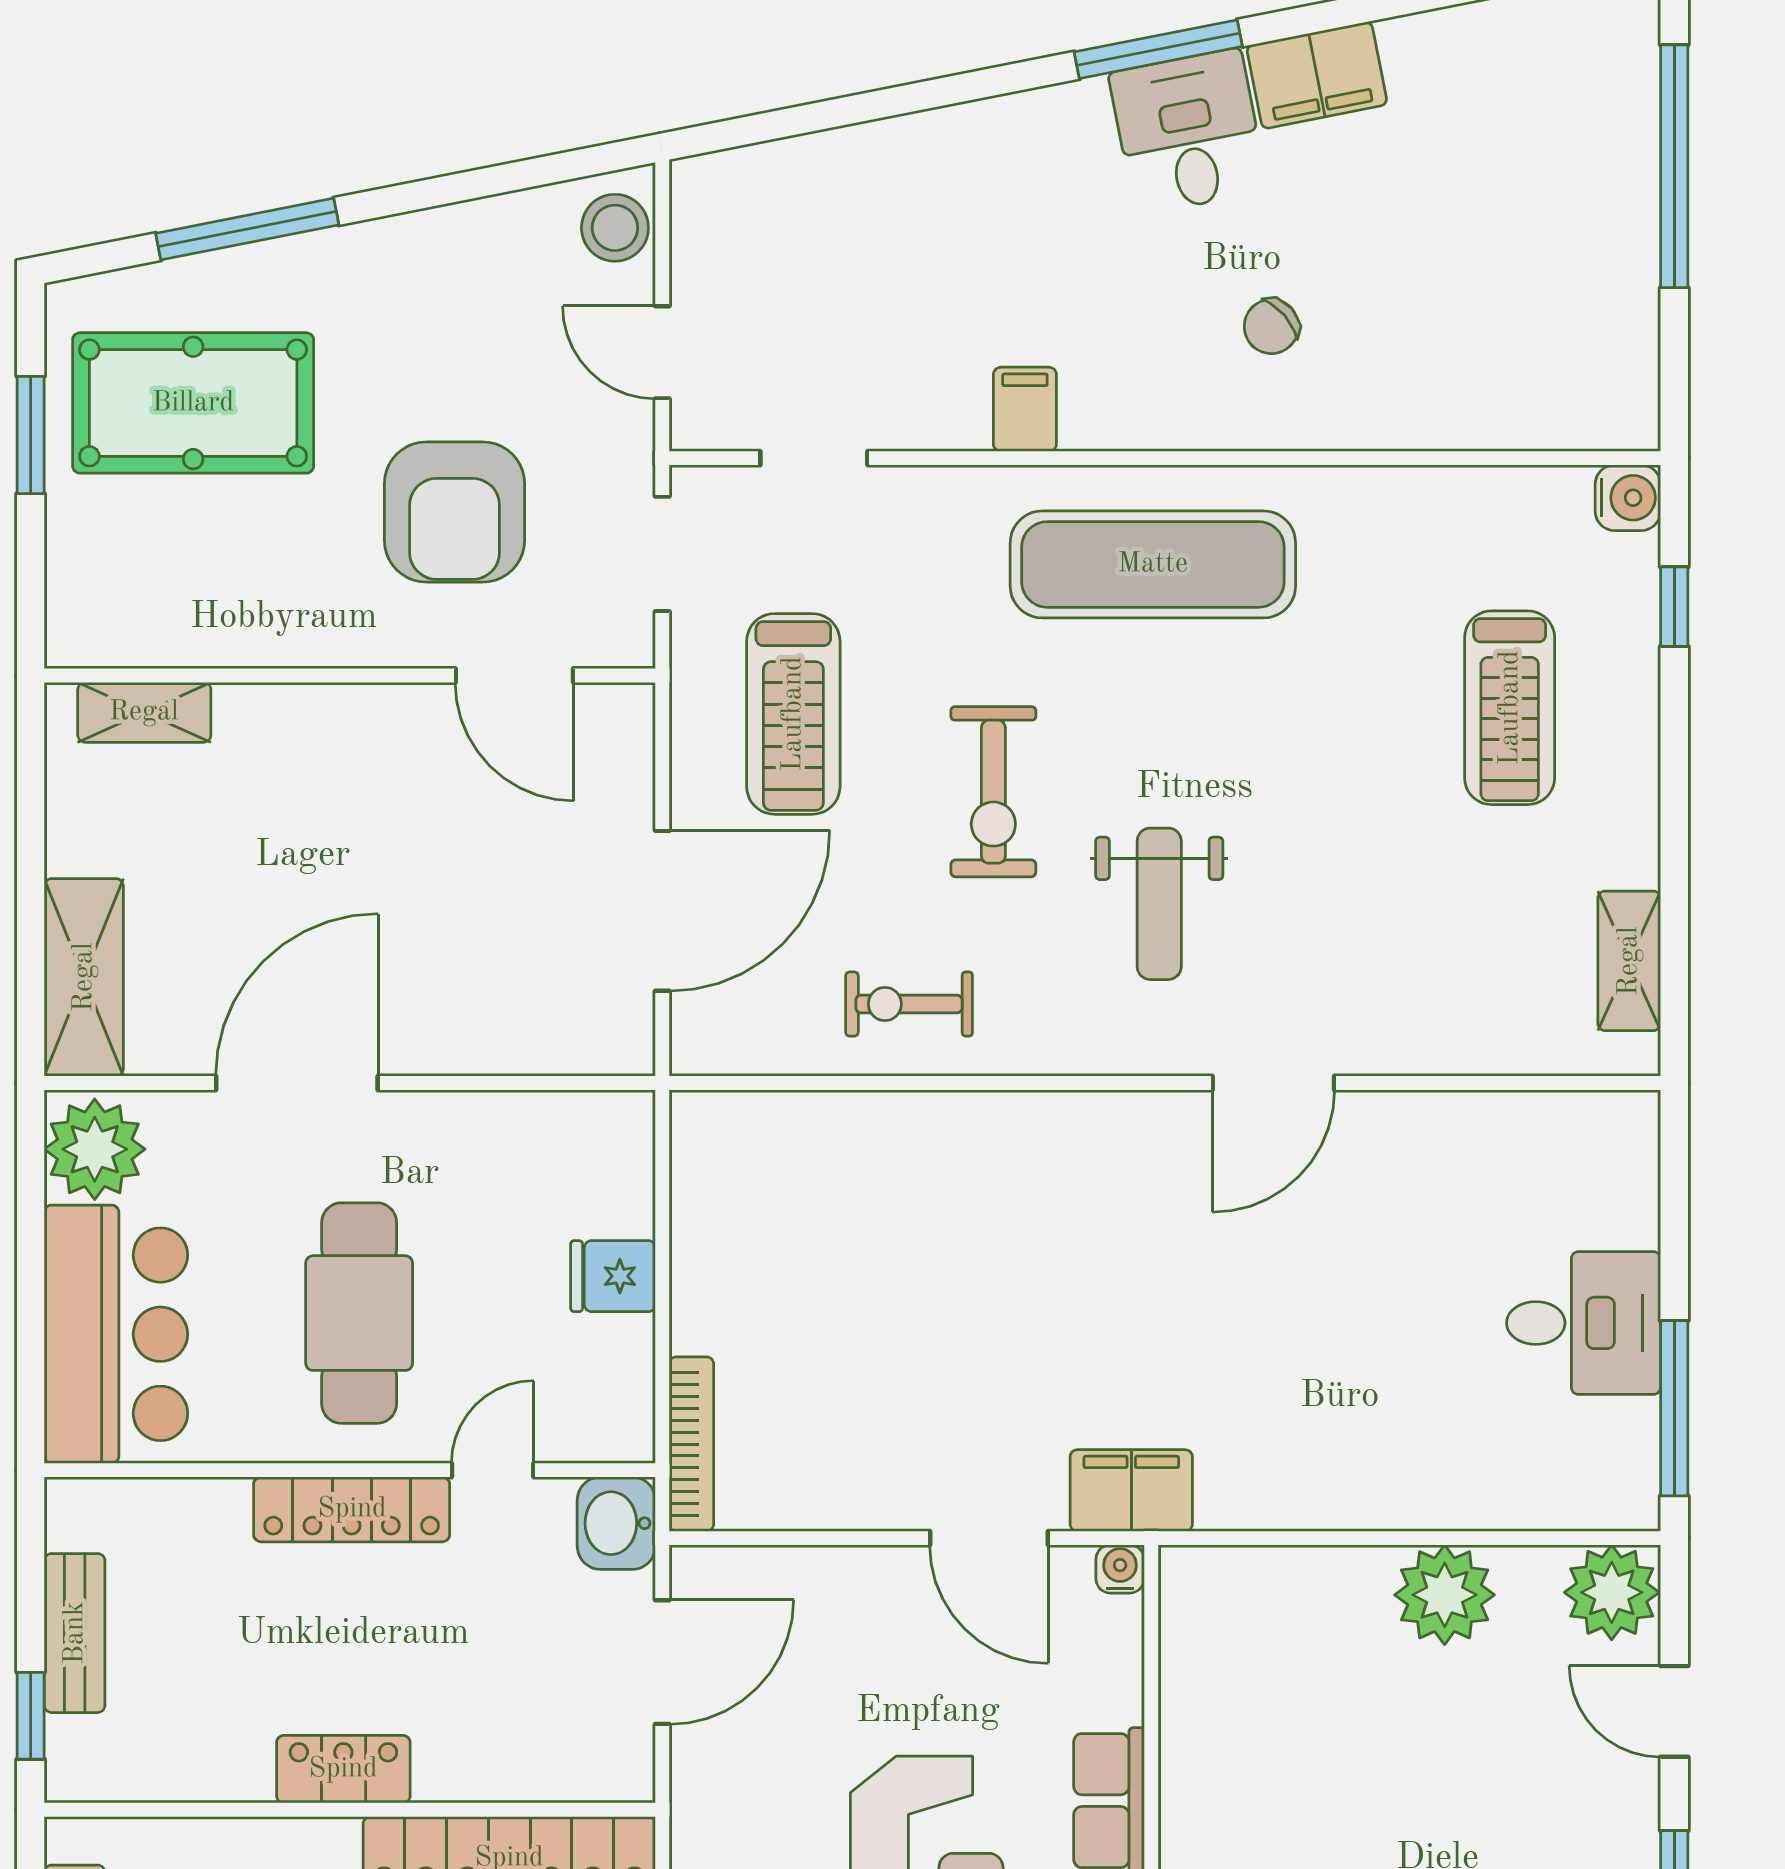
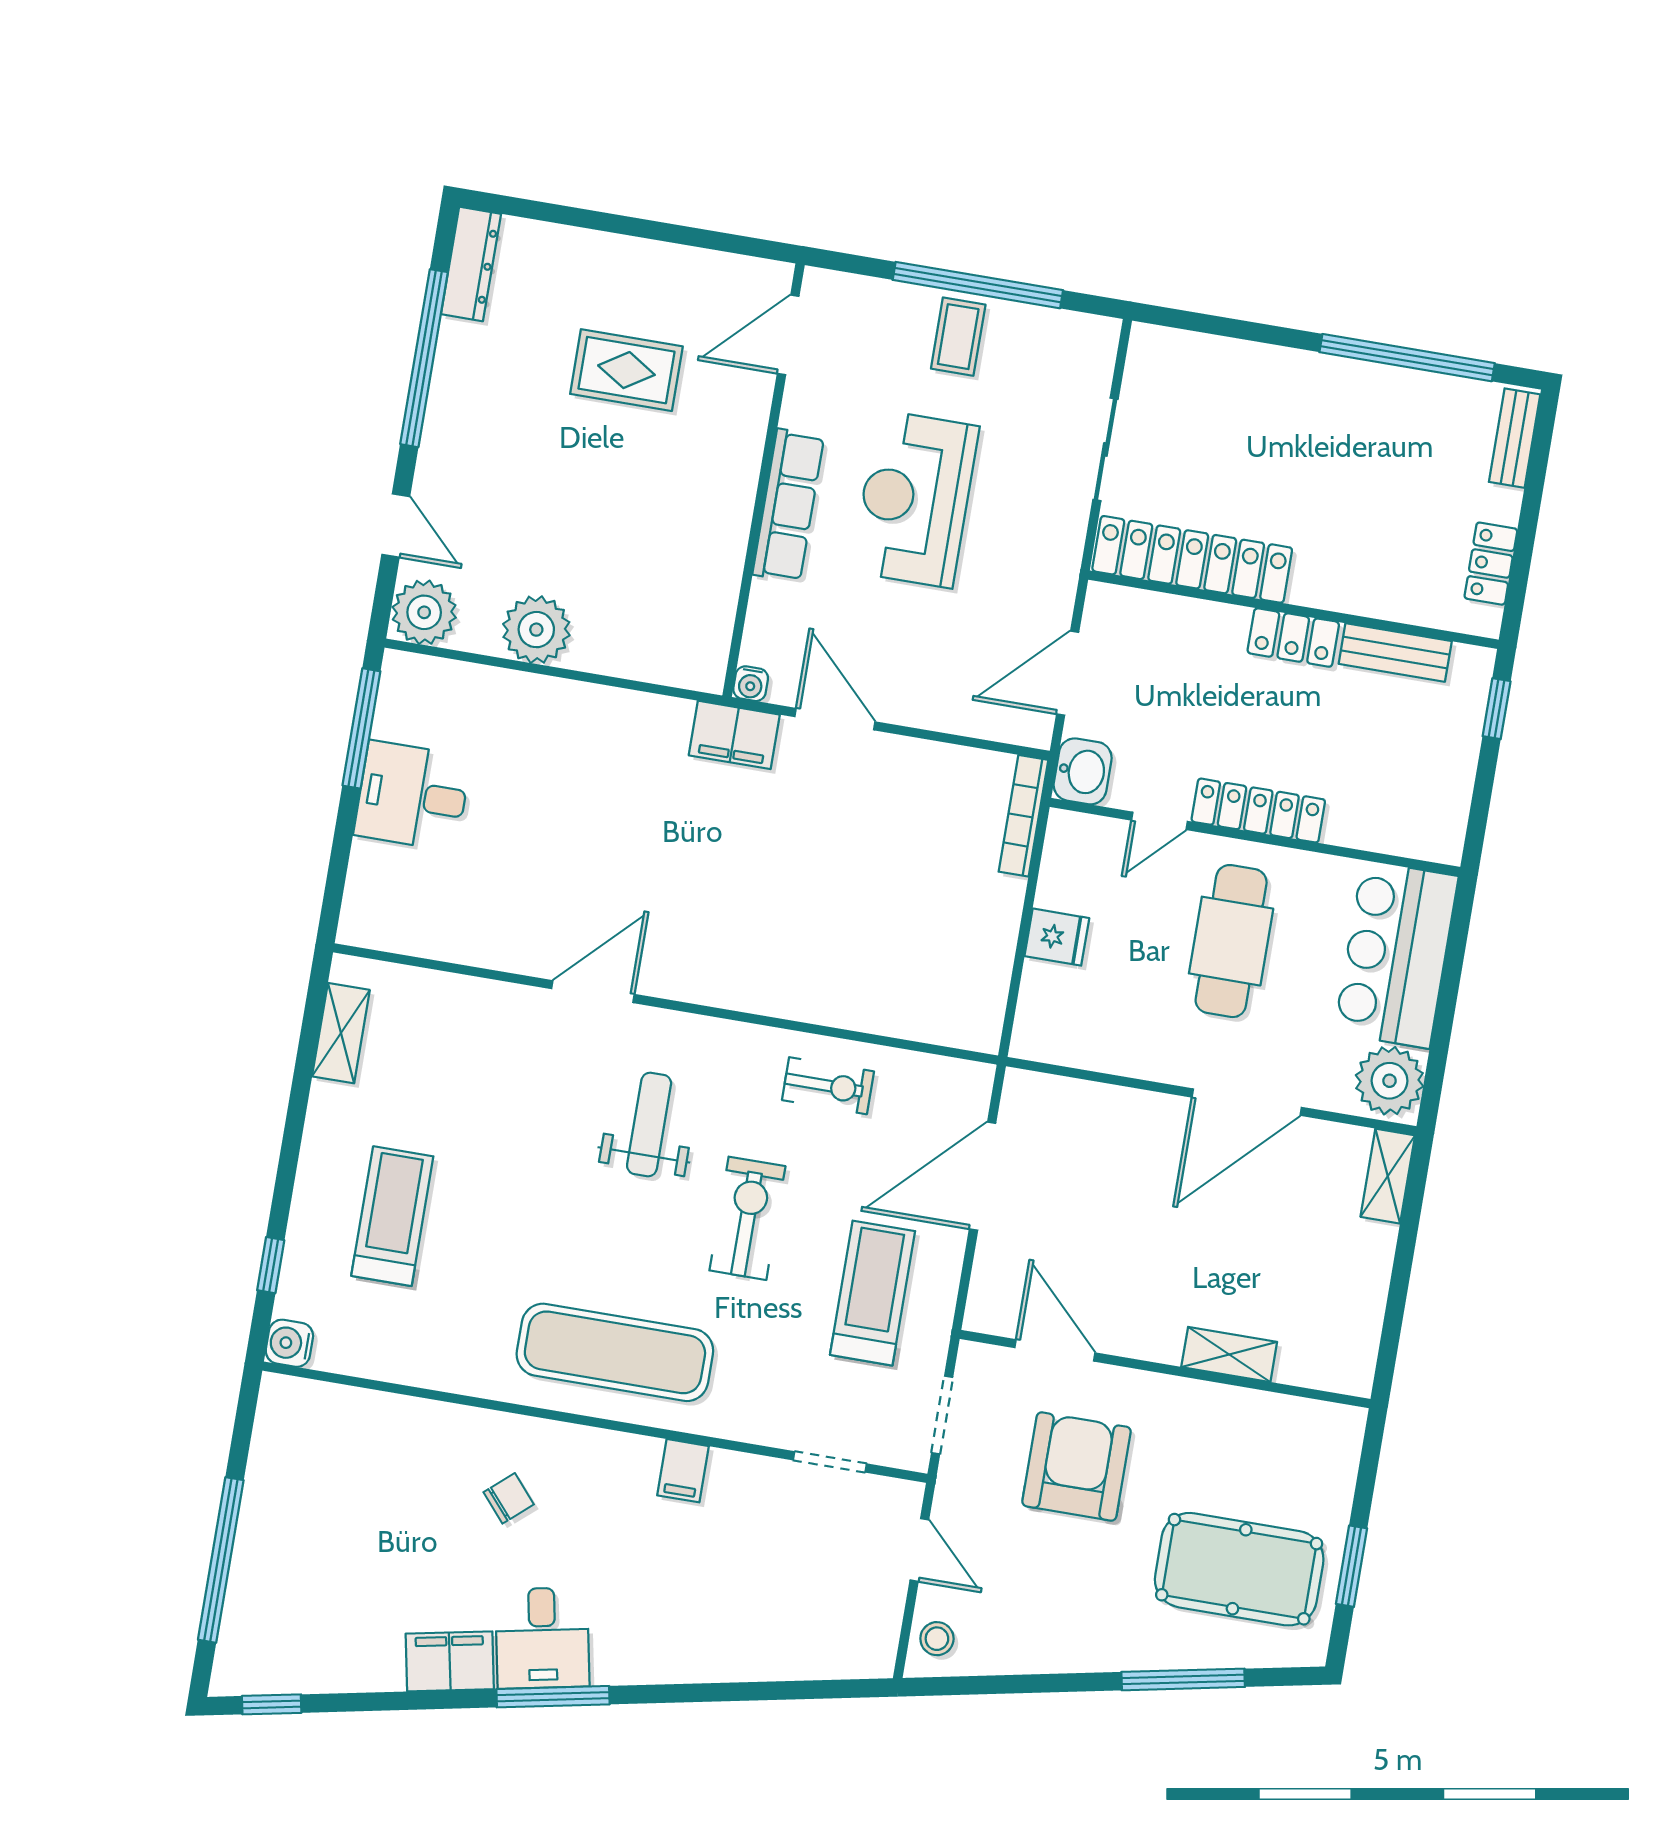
stool: (615, 228) -> (937, 1639), width x0.73, depth x0.73
shelving: (144, 712) -> (1229, 1354), moved
shelving: (84, 977) -> (1388, 1176), width x0.67, depth x0.75
bench: (75, 1633) -> (1395, 652), moved, turned 90

